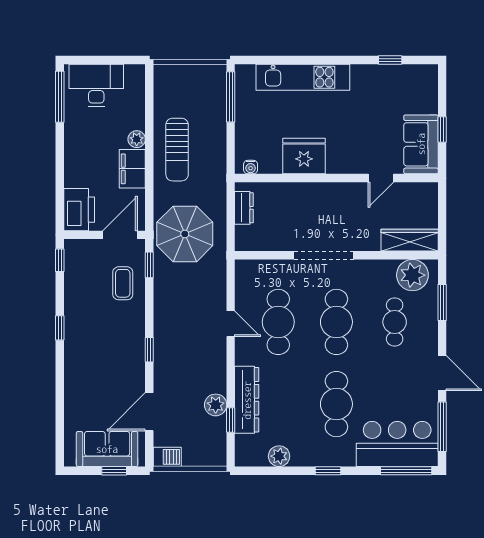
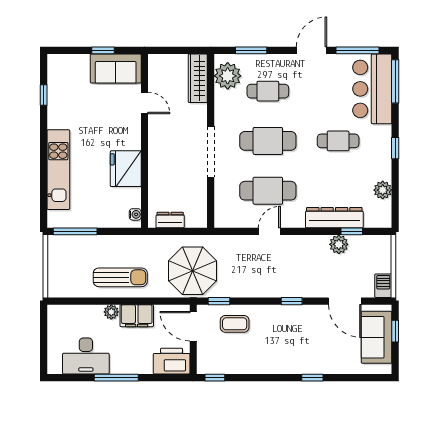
desk: (96, 85) -> (86, 356), moved, turned -90
window: (60, 97) -> (116, 378), moved
window: (60, 328) -> (312, 378), moved
cafe table: (336, 404) -> (338, 141), width x0.73, depth x0.74

